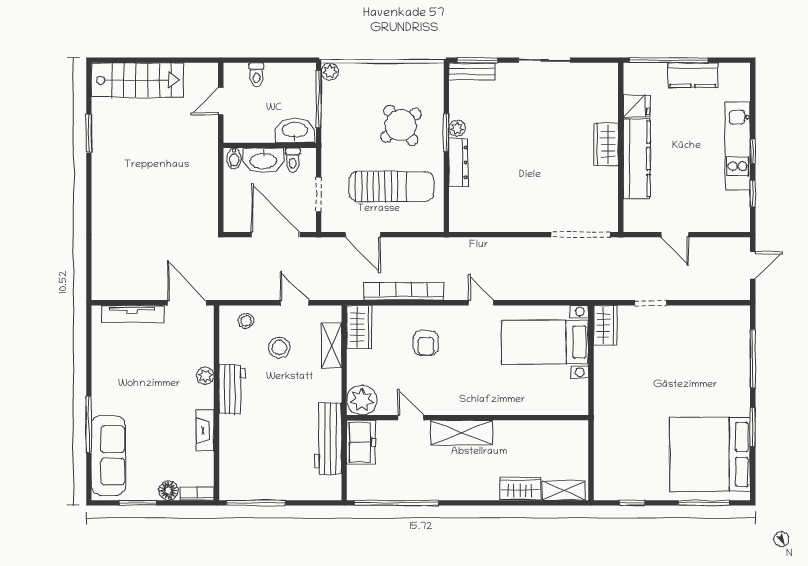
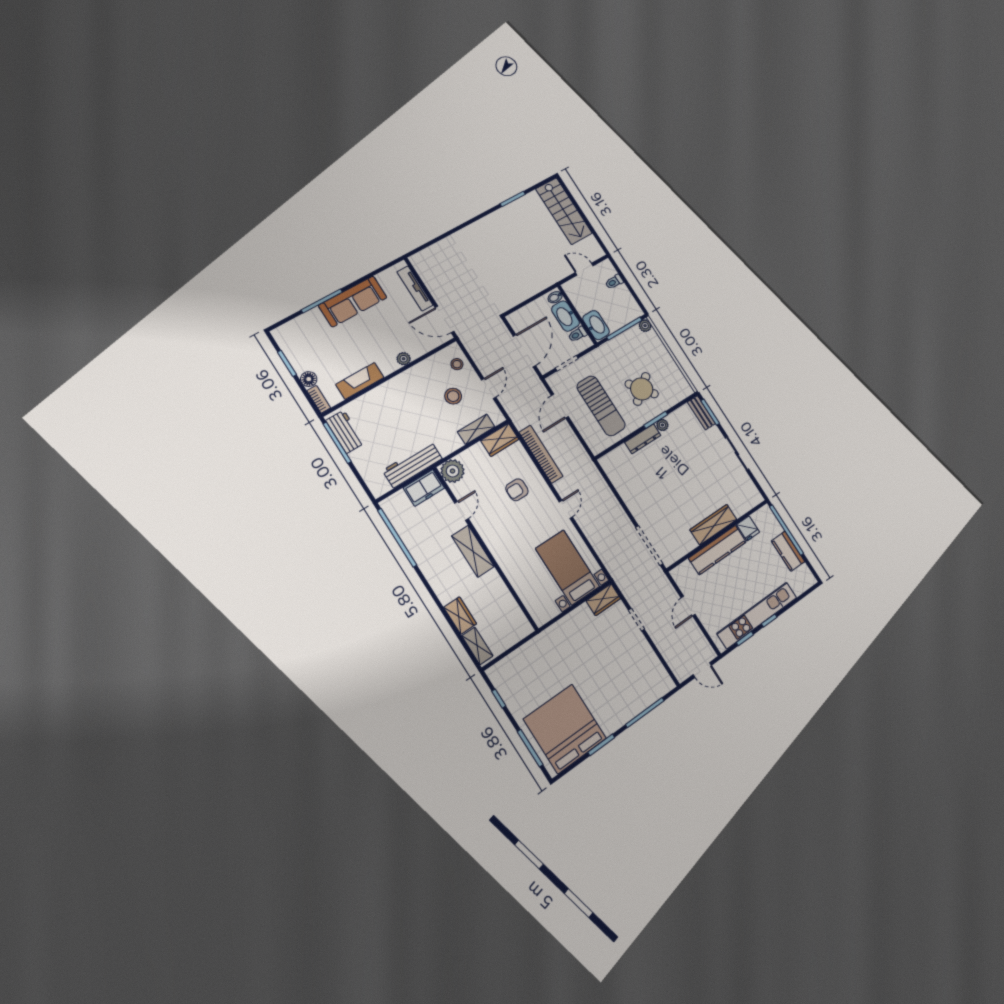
wardrobe: (606, 144) -> (713, 525), width x1.50
kitchen unit: (738, 146) -> (757, 615), width x1.36
door: (187, 303) -> (444, 319), swing flipped
workbench: (232, 389) -> (345, 432), moved, turned -90
fireplace: (205, 430) -> (360, 381), width x1.37, depth x1.32
sofa: (108, 455) -> (353, 301), moved

